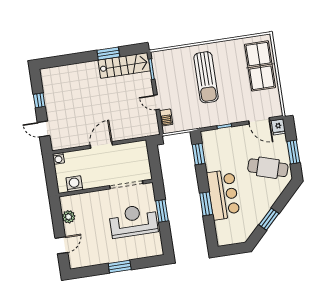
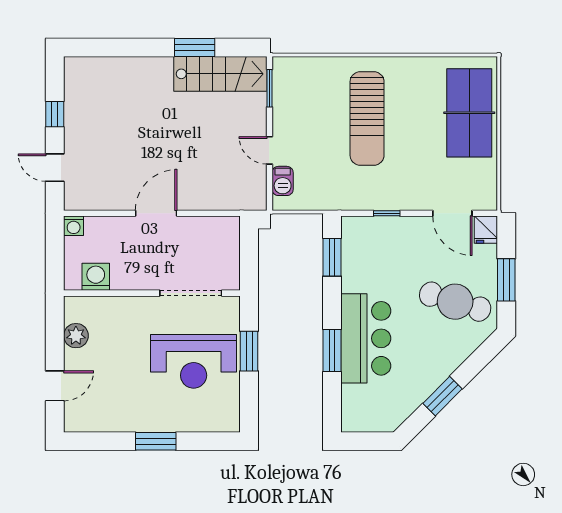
reception desk: (133, 221) -> (194, 361), turned 180

